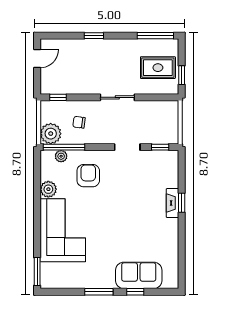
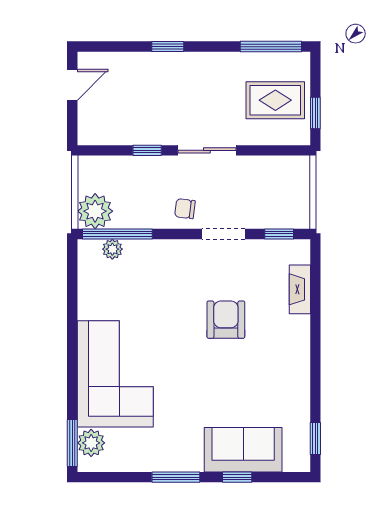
window: (58, 97) -> (147, 150), moved
chair: (79, 122) -> (185, 209), moved
armchair: (88, 176) -> (226, 320), moved
plant: (48, 189) -> (91, 443), moved
fireplace: (173, 203) -> (300, 289), moved
window: (182, 203) -> (315, 439), moved

